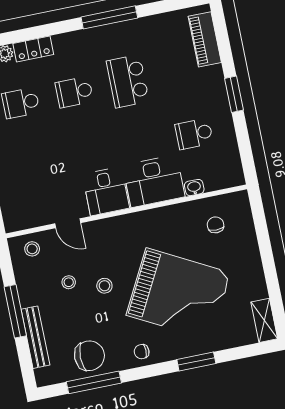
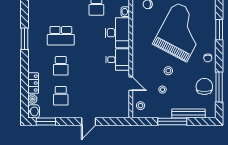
window: (109, 17) -> (24, 39), width x0.69
door: (68, 223) -> (131, 84), hinge flipped

